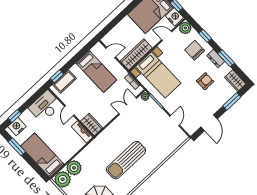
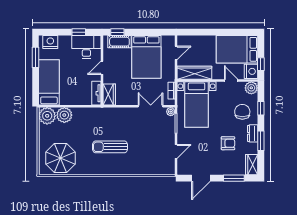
door: (111, 53) -> (176, 53), hinge flipped
bed: (96, 71) -> (146, 57), width x1.50
window: (15, 116) -> (79, 32), moved
sun lounger: (126, 160) -> (110, 147), width x0.73, depth x0.75

